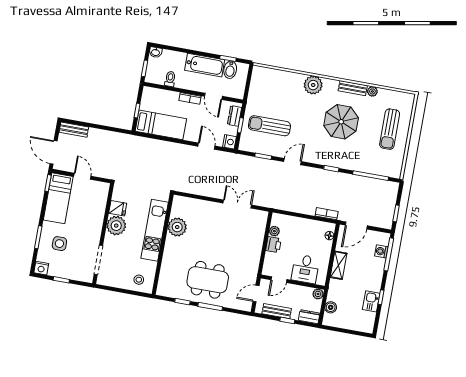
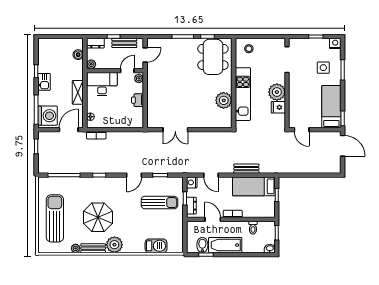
barbecue: (282, 78) -> (156, 246), added
plant: (313, 85) -> (114, 245), moved
sun lounger: (390, 129) -> (55, 218), width x1.36, depth x1.34
bench: (74, 130) -> (246, 169), moved
door: (82, 176) -> (302, 130), moved
plant: (274, 231) -> (139, 78), moved
washing machine: (381, 251) -> (47, 116), width x1.89, depth x1.89
desk: (305, 269) -> (102, 84), width x1.37
dining table: (208, 280) -> (213, 57), moved, turned 90
kitchen sink: (371, 301) -> (44, 82), moved

